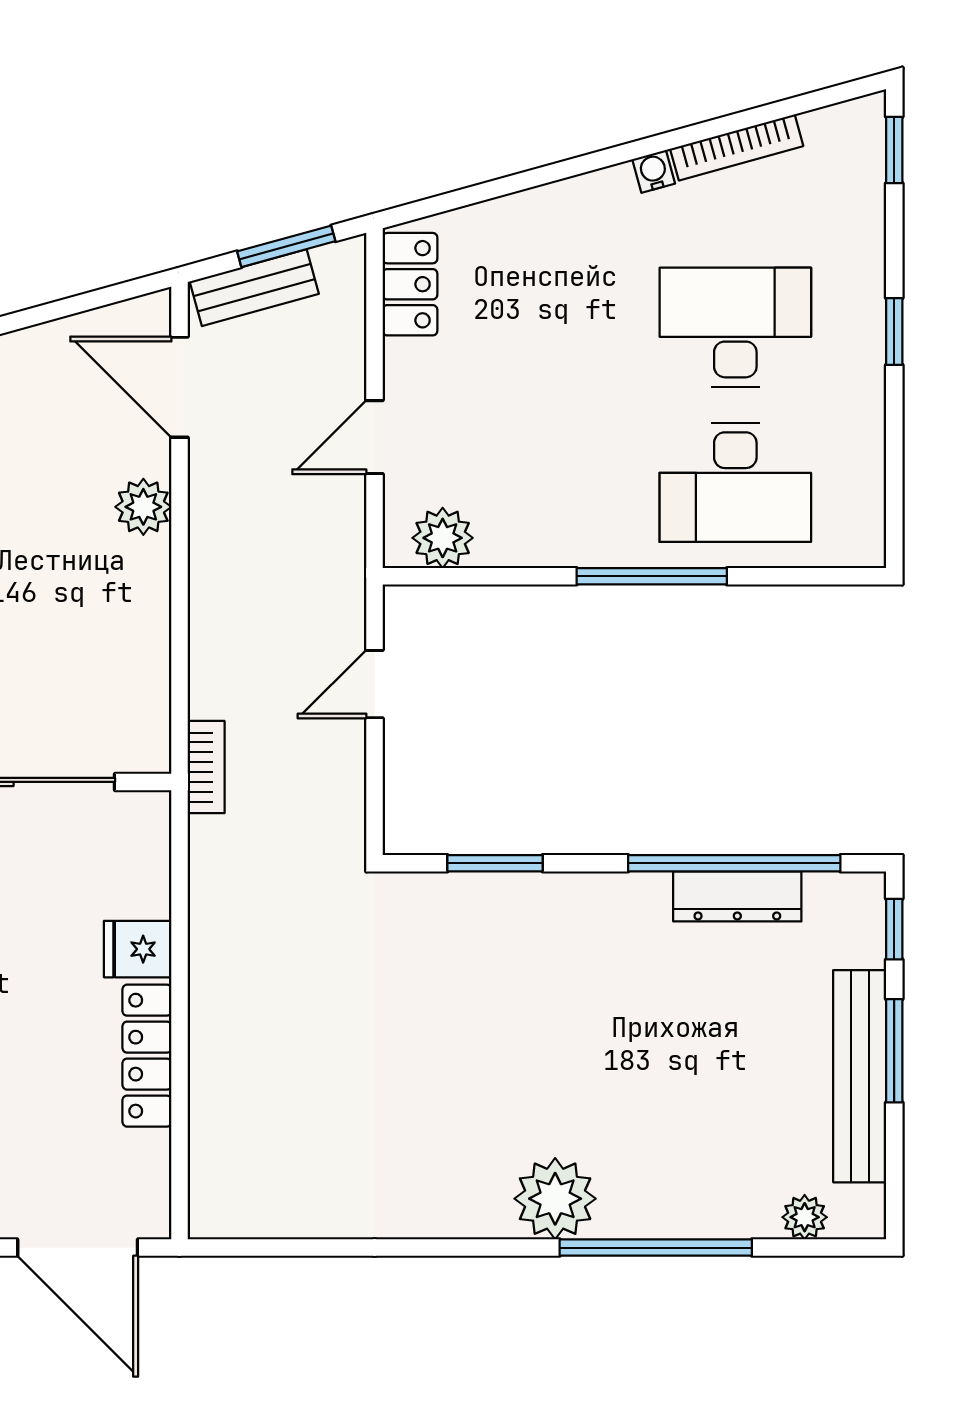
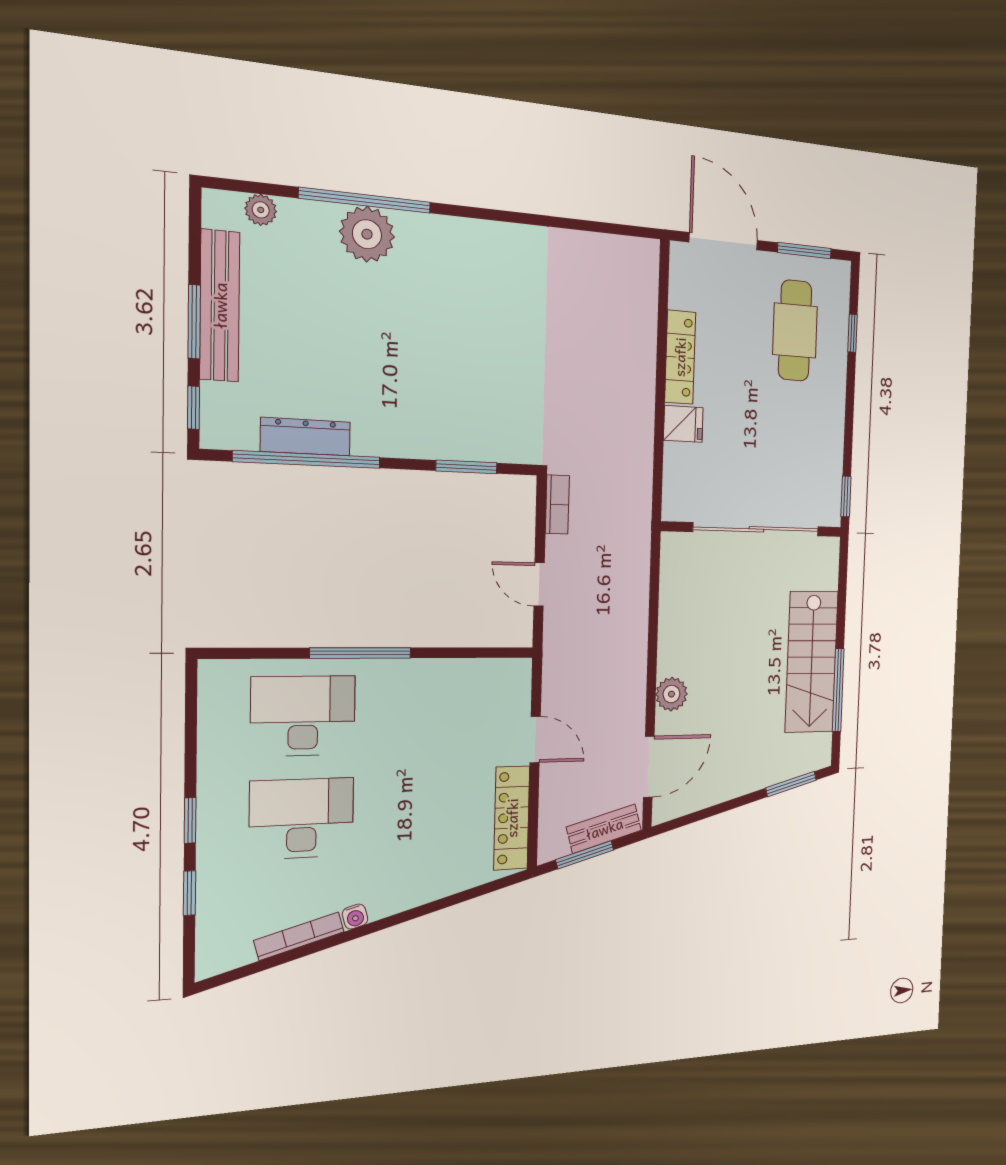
window: (894, 150) -> (189, 893), moved
locker: (410, 284) -> (512, 818), width x1.53
desk: (735, 327) -> (302, 818), turned 180
door: (180, 387) -> (649, 767), hinge flipped
door: (374, 437) -> (535, 740), hinge flipped
plant: (443, 538) -> (495, 677), removed
door: (374, 684) -> (539, 584), swing flipped
bookcase: (206, 767) -> (557, 504), moved, turned 180
plant: (555, 1199) -> (367, 234), moved

